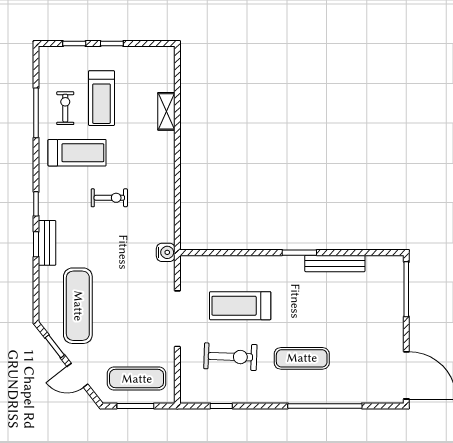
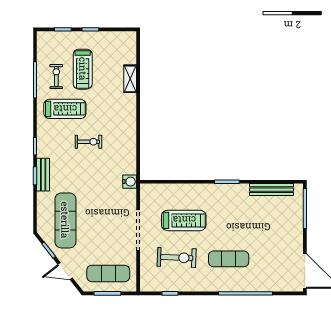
bench: (335, 263) -> (272, 190), moved
treadmill: (240, 306) -> (184, 220), turned 180

